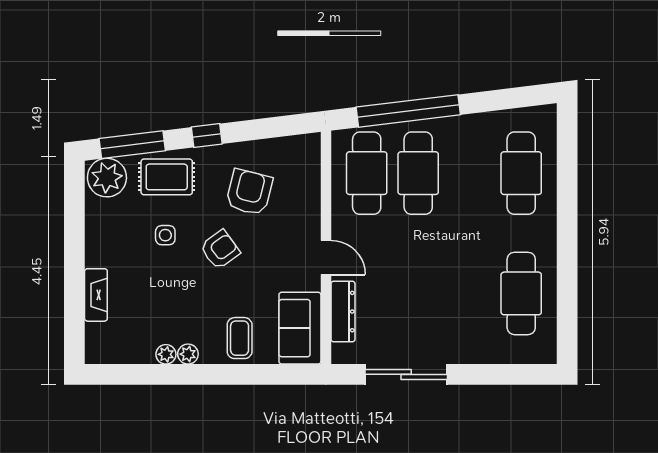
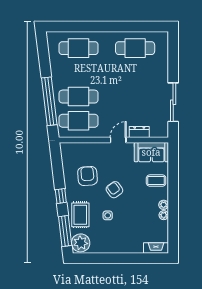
armchair: (249, 192) -> (87, 176), turned 71
fireplace: (96, 295) -> (156, 248), moved
dresser: (343, 312) -> (139, 132), width x0.70

